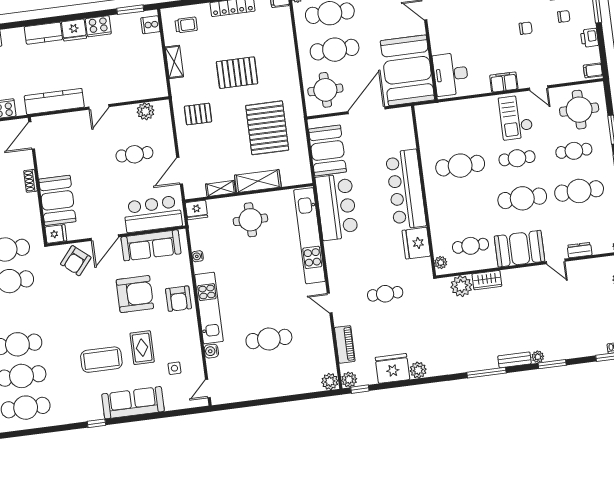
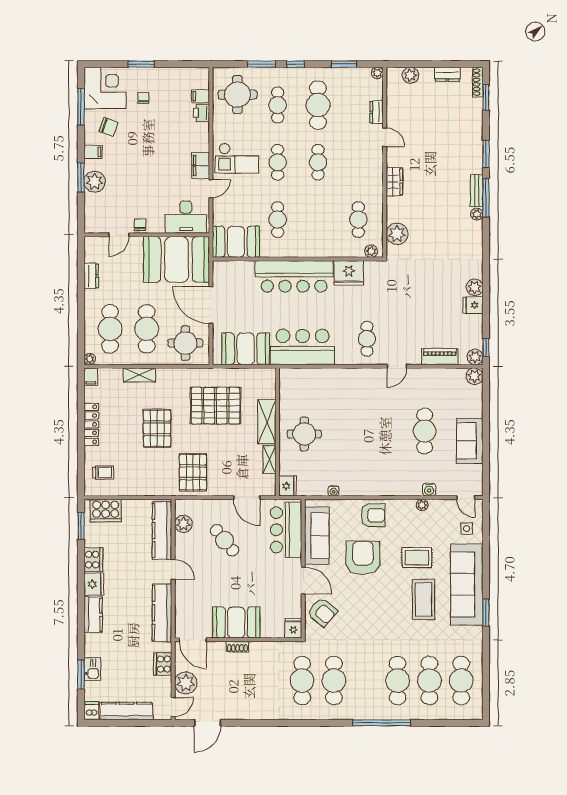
cooker: (150, 25) -> (106, 511), width x1.87, depth x1.31
trolley: (186, 25) -> (103, 472), turned 90
chair: (526, 28) -> (140, 225), moved
printer: (589, 38) -> (201, 113), moved, turned 90
shelving: (174, 62) -> (139, 375), moved
filing cabinet: (593, 70) -> (201, 96), moved, turned 90
door: (539, 88) -> (211, 189), moved
kitchen counter: (136, 91) -> (162, 530), added
pallet: (198, 114) -> (193, 472), width x1.50, depth x1.42
cafe table: (134, 154) -> (225, 540), turned -39
cafe table: (460, 166) -> (278, 220), width x0.73, depth x0.74
cafe table: (522, 198) -> (318, 162), width x0.73, depth x0.74
booth: (57, 200) -> (236, 623), moved
kitchen unit: (309, 236) -> (328, 378), removed
booth: (520, 249) -> (236, 242), moved, turned 90
door: (556, 261) -> (385, 137), hinge flipped
wardrobe: (487, 280) -> (394, 182), moved
cafe table: (385, 294) -> (367, 339), moved
kitchen unit: (209, 308) -> (386, 486), removed
plant: (195, 346) -> (422, 505), added
plant: (538, 357) -> (477, 214), moved
side table: (174, 368) -> (467, 529), moved
fridge: (392, 368) -> (473, 305), width x0.53, depth x0.75
window: (486, 373) -> (486, 198), moved
sofa: (265, 385) -> (470, 441), added
sofa: (133, 403) -> (467, 584), width x1.36, depth x1.27
window: (96, 423) -> (486, 612), width x1.50

